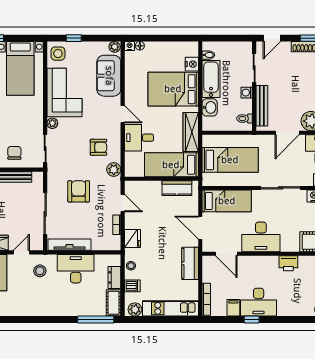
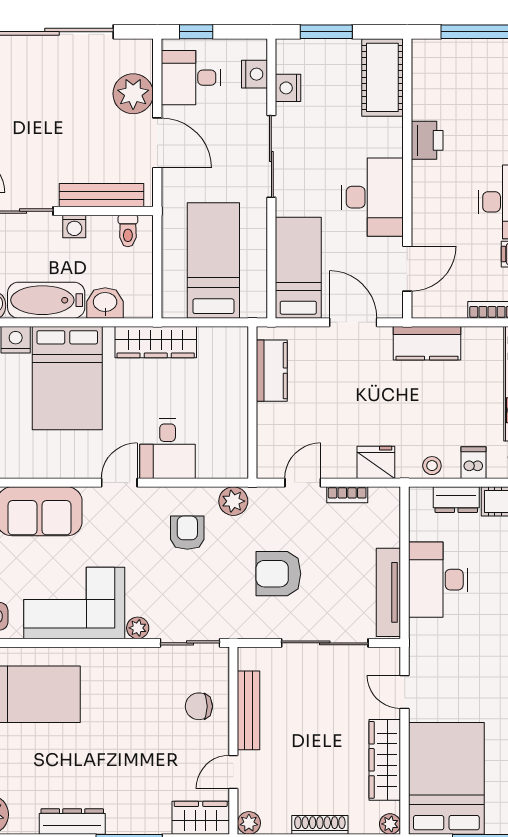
bed: (171, 165) -> (223, 382), removed
door: (200, 228) -> (353, 322), swing flipped
stool: (40, 271) -> (443, 654), removed

